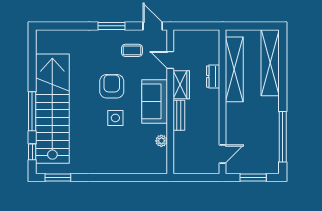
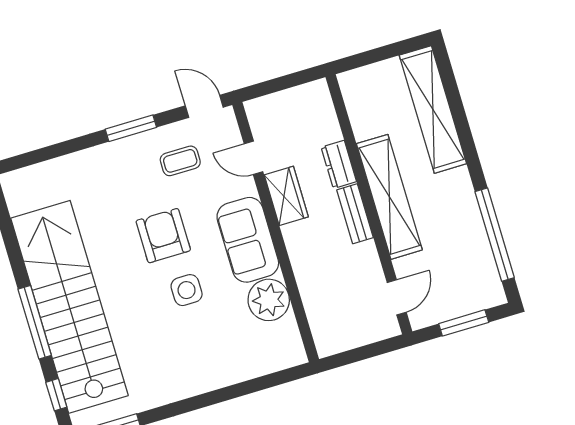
shelving: (234, 69) -> (389, 197), moved
bench: (179, 115) -> (355, 214), moved
plant: (161, 141) -> (269, 300), width x1.88, depth x1.88

